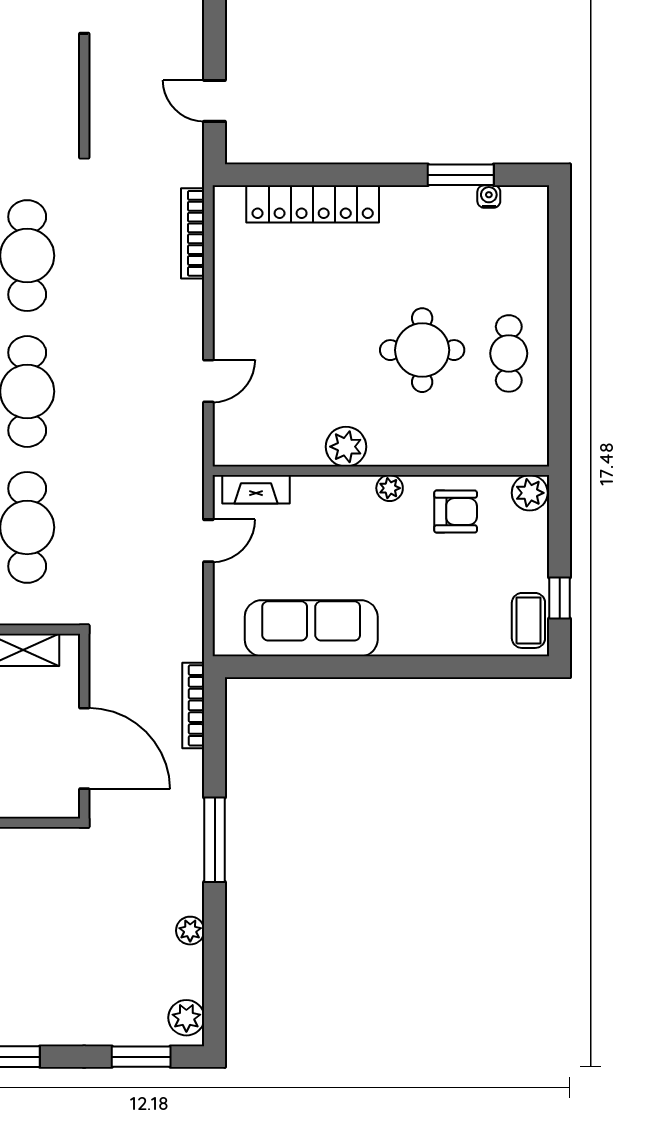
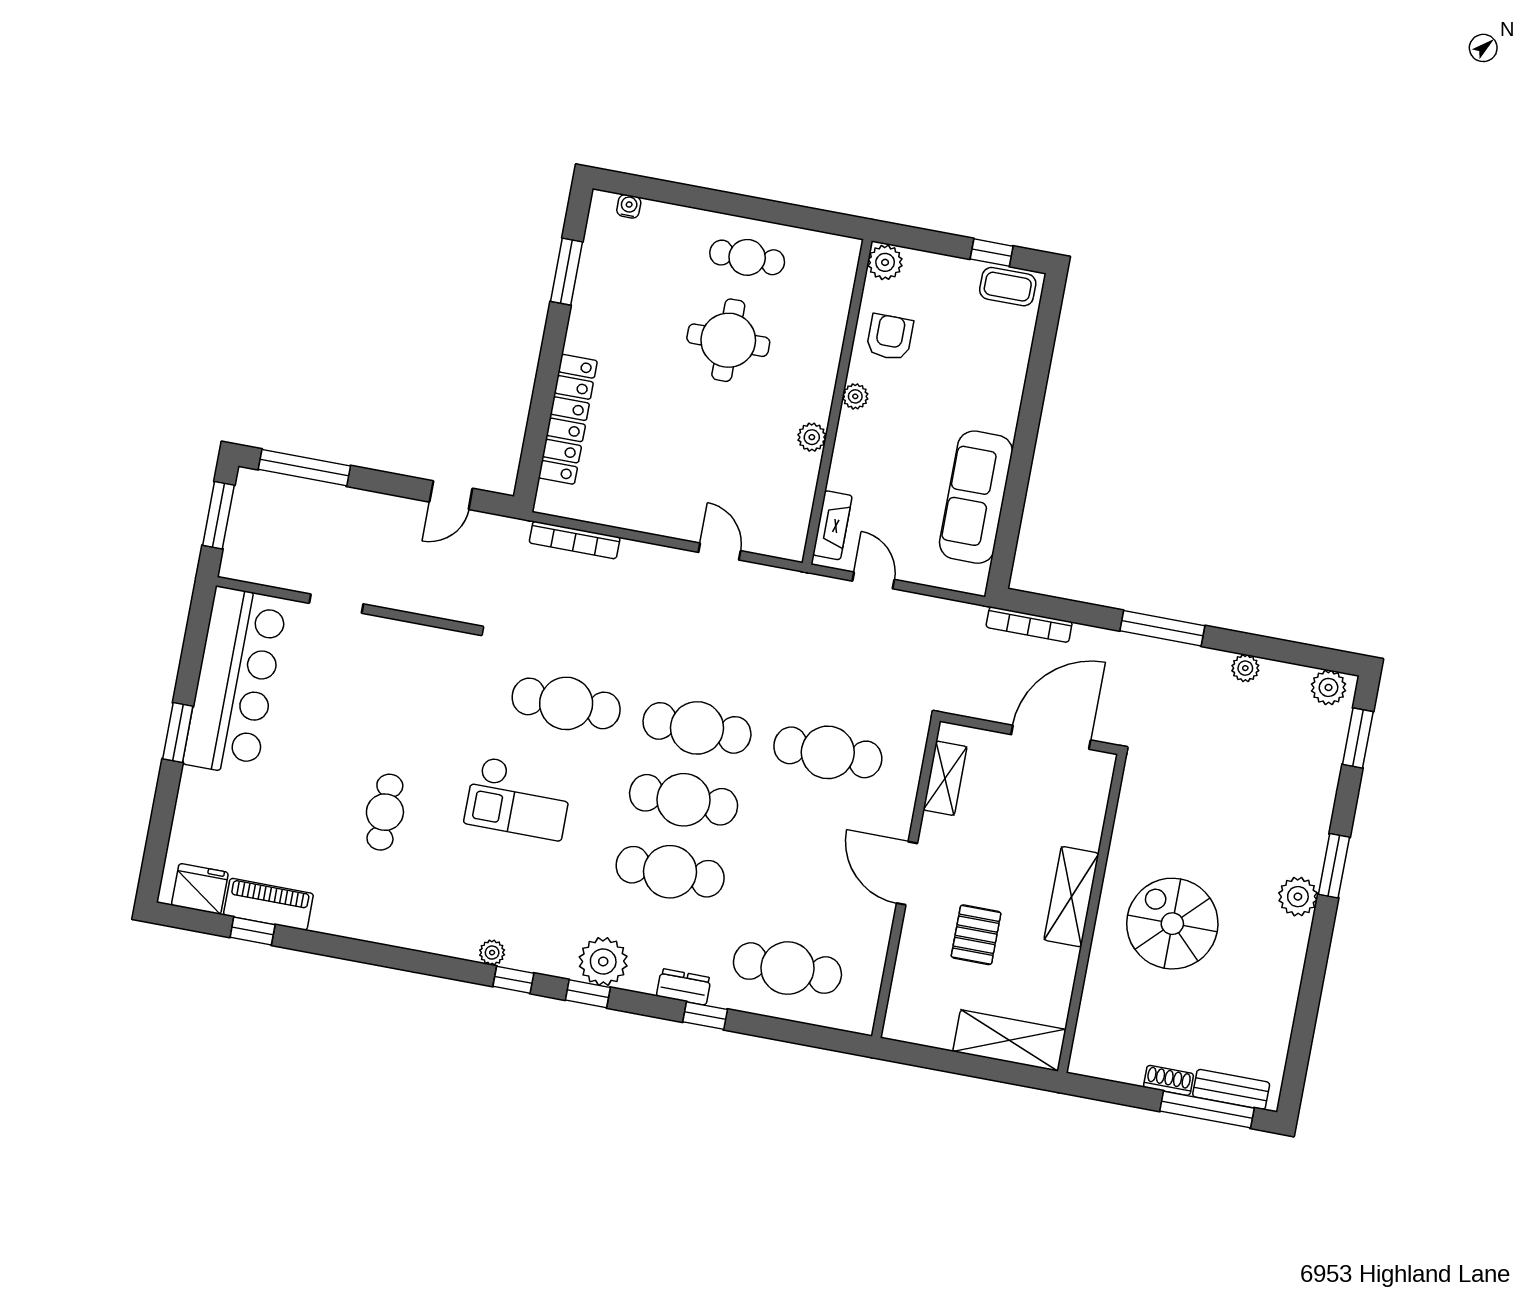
water cooler: (489, 197) -> (629, 206), moved, turned 90
plant: (346, 447) -> (812, 437), width x0.73, depth x0.73

